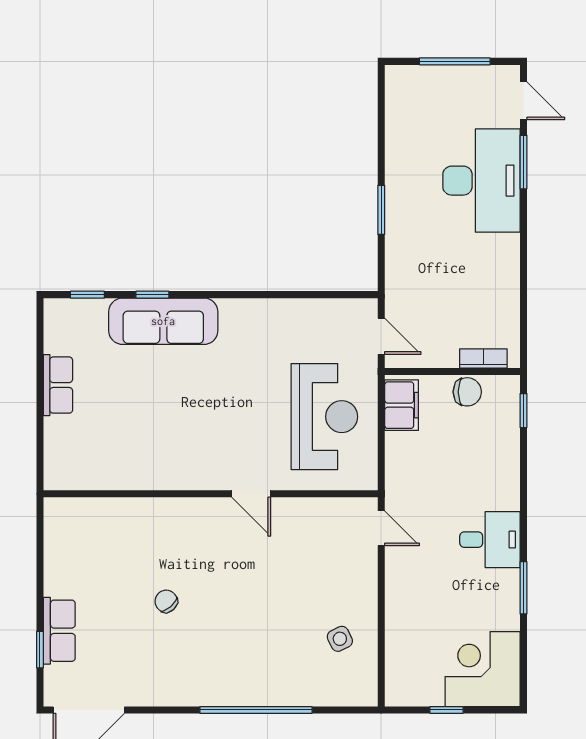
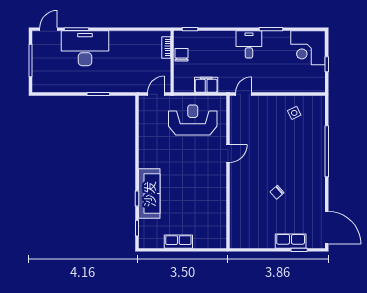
filing cabinet: (402, 405) -> (206, 85), moved

